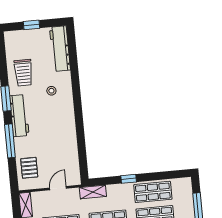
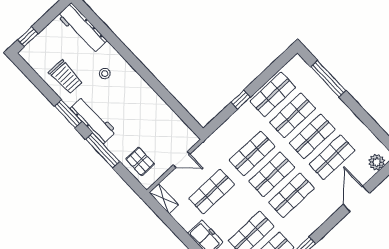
window: (31, 25) -> (28, 37), moved
door: (58, 188) -> (182, 160), swing flipped
shelving: (93, 192) -> (217, 138), removed

